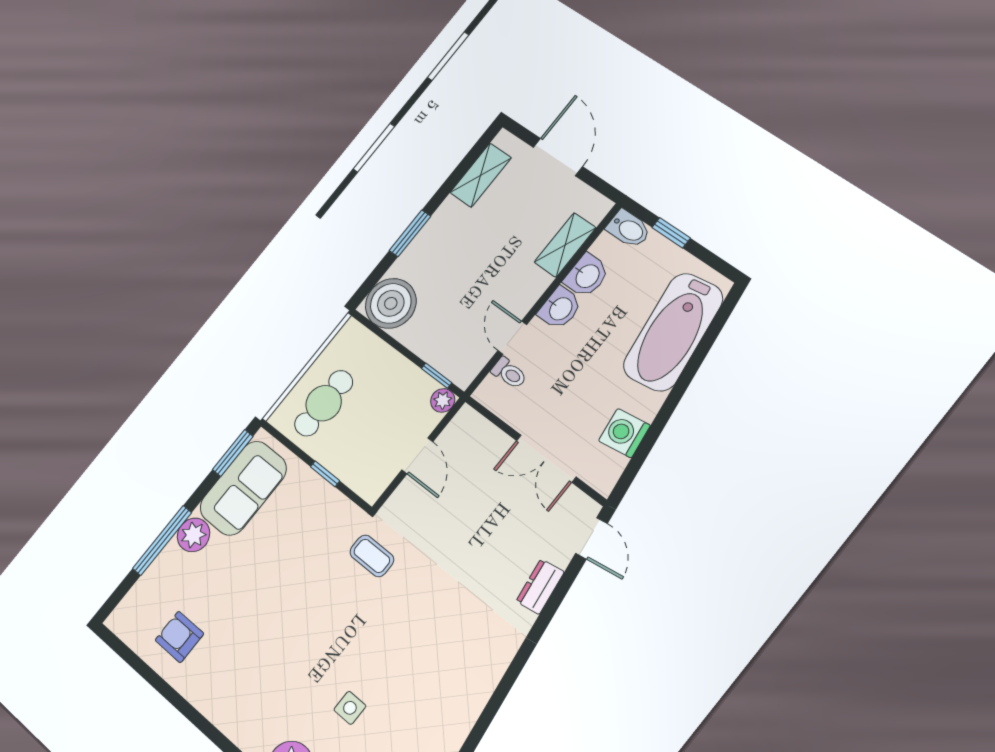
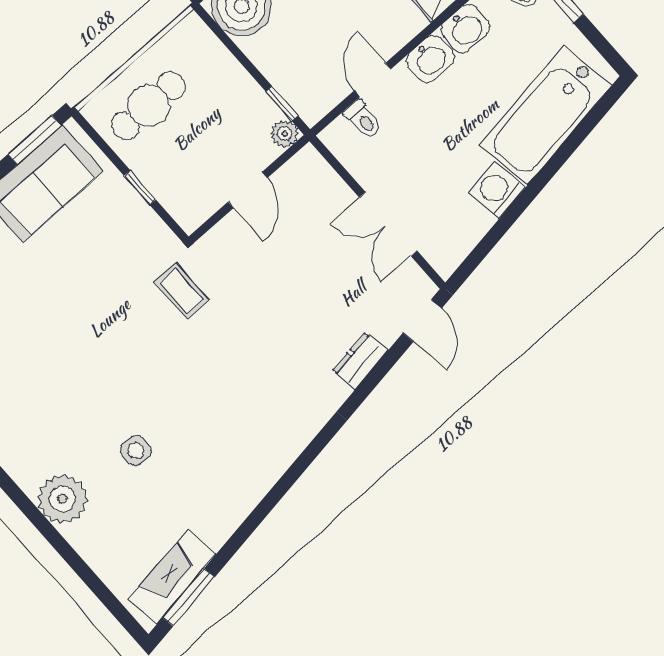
washing machine: (624, 433) -> (497, 190), moved

